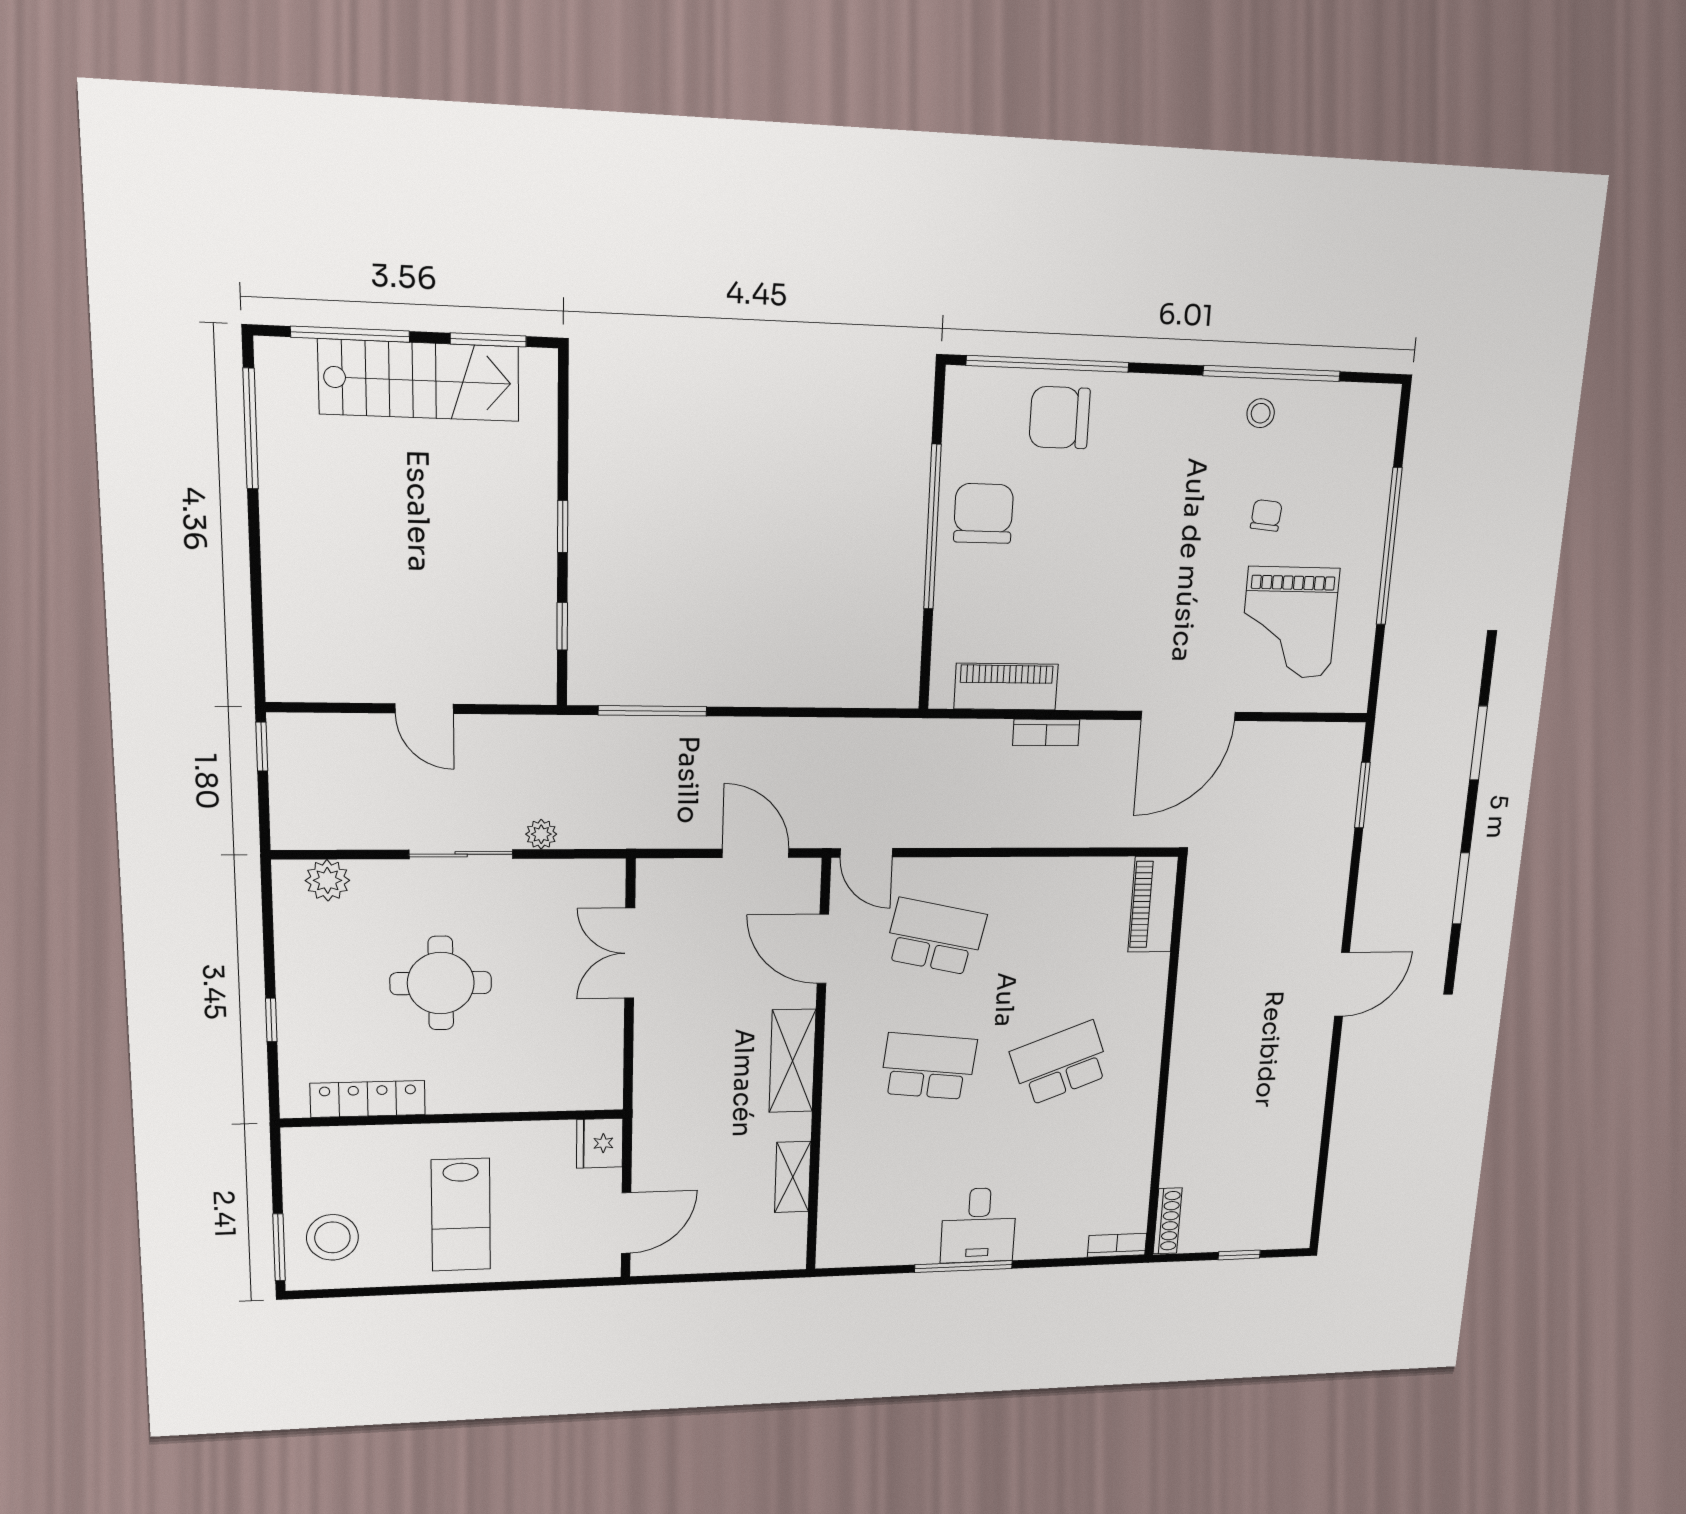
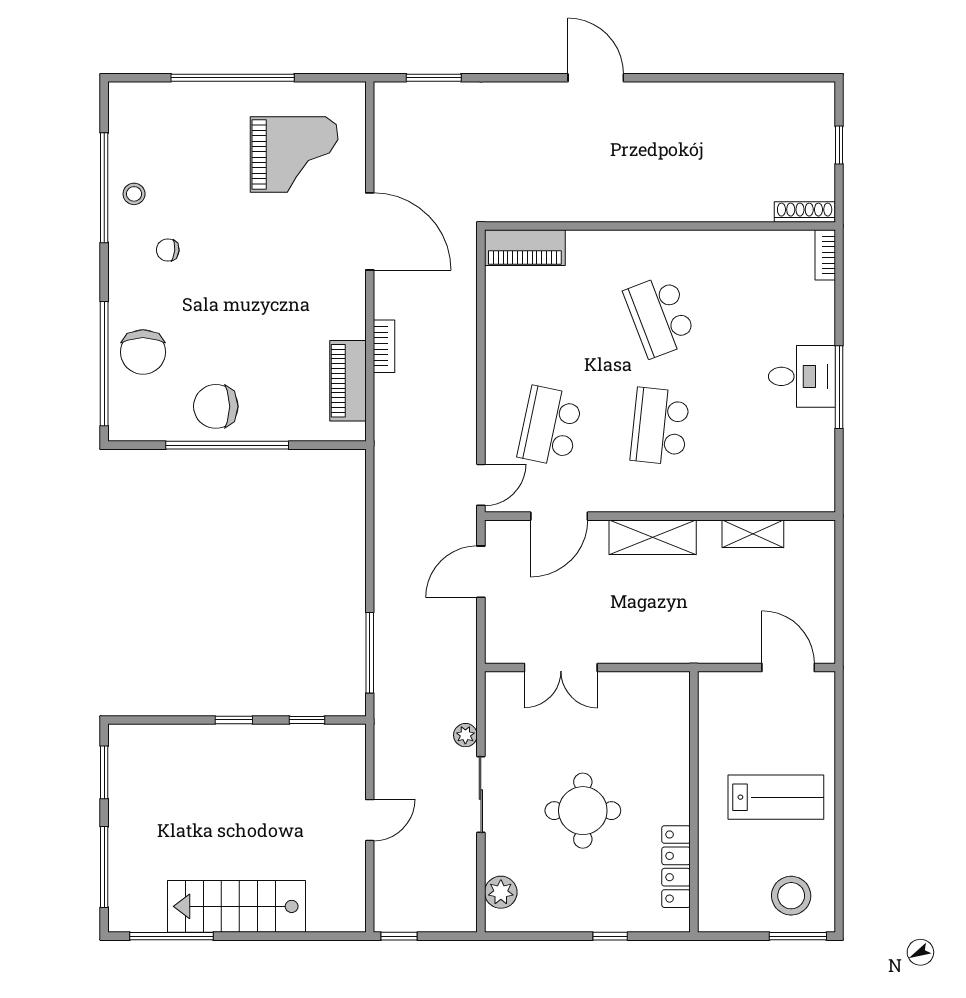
stairs: (419, 380) -> (237, 906), moved, turned -90
chair: (1266, 515) -> (168, 250), moved
fridge: (600, 1143) -> (718, 689), removed

